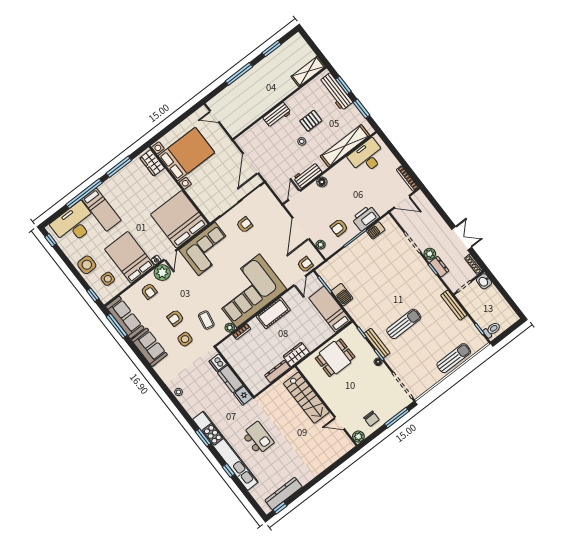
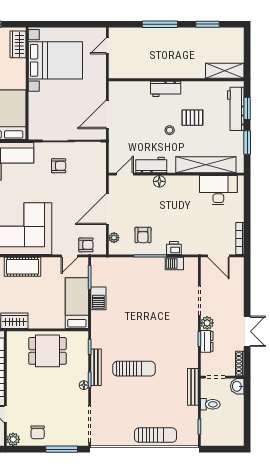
door: (214, 117) -> (107, 46), hinge flipped
printer: (365, 218) -> (174, 248), width x0.53, depth x0.68
armchair: (339, 227) -> (143, 235), turned -90
toilet: (492, 330) -> (210, 404), moved

